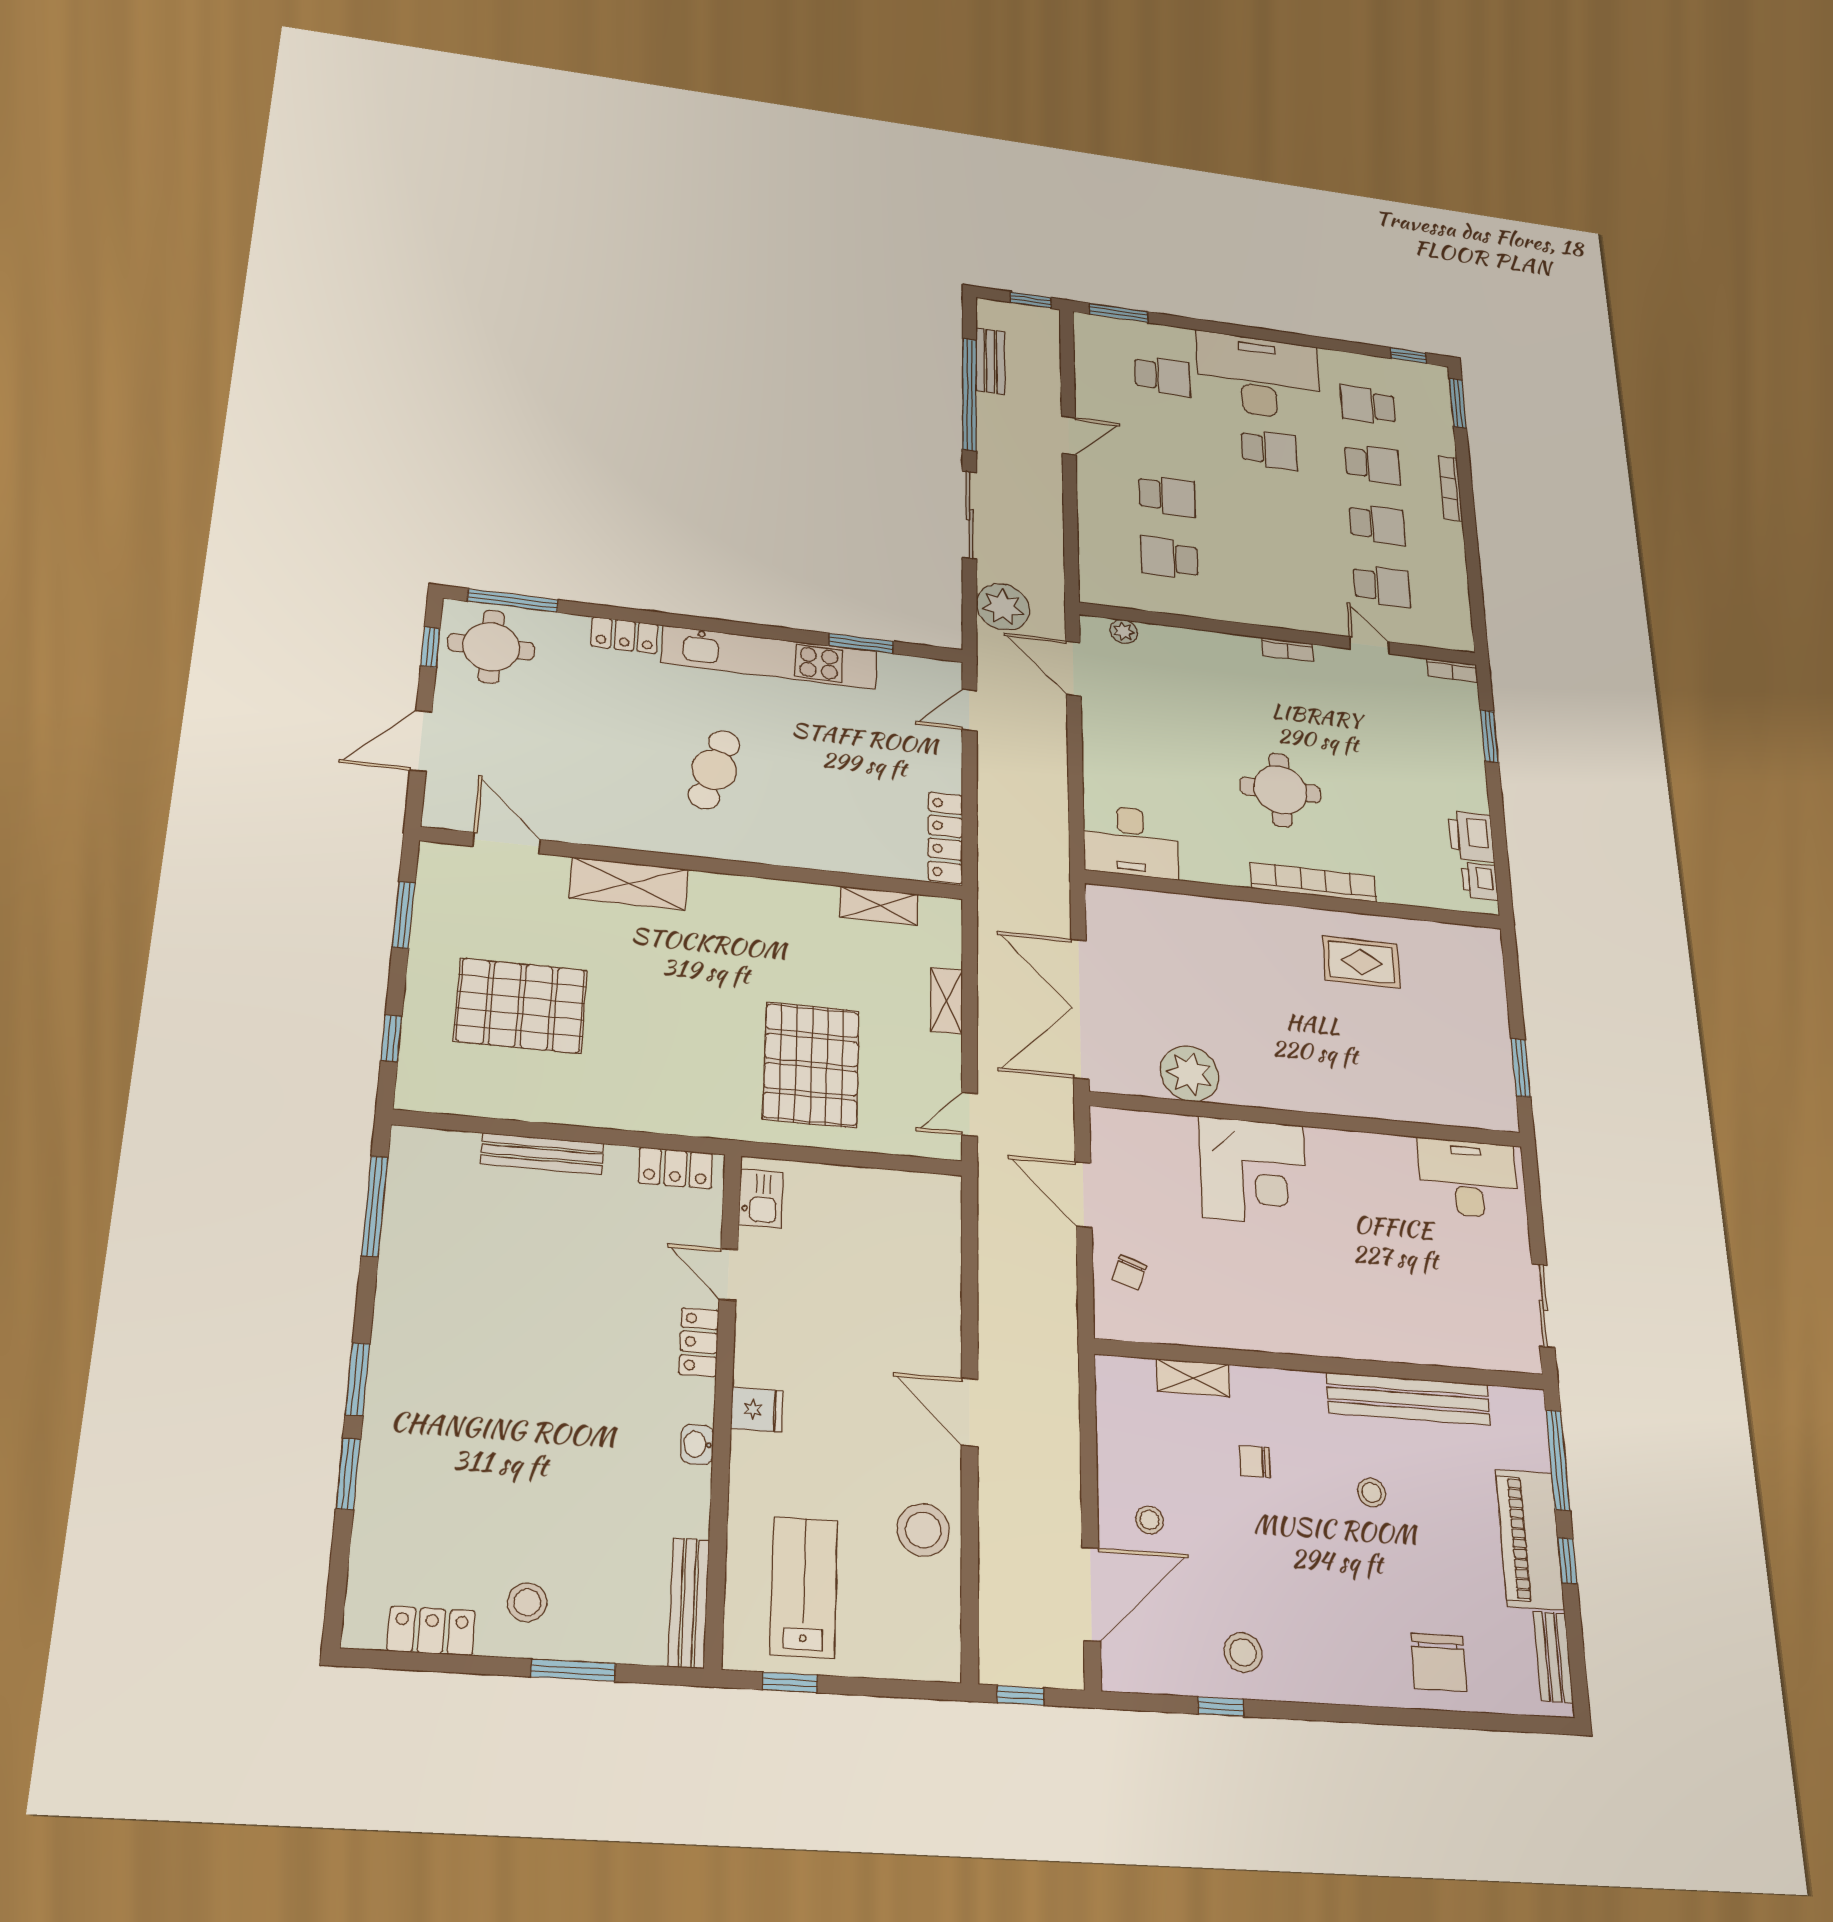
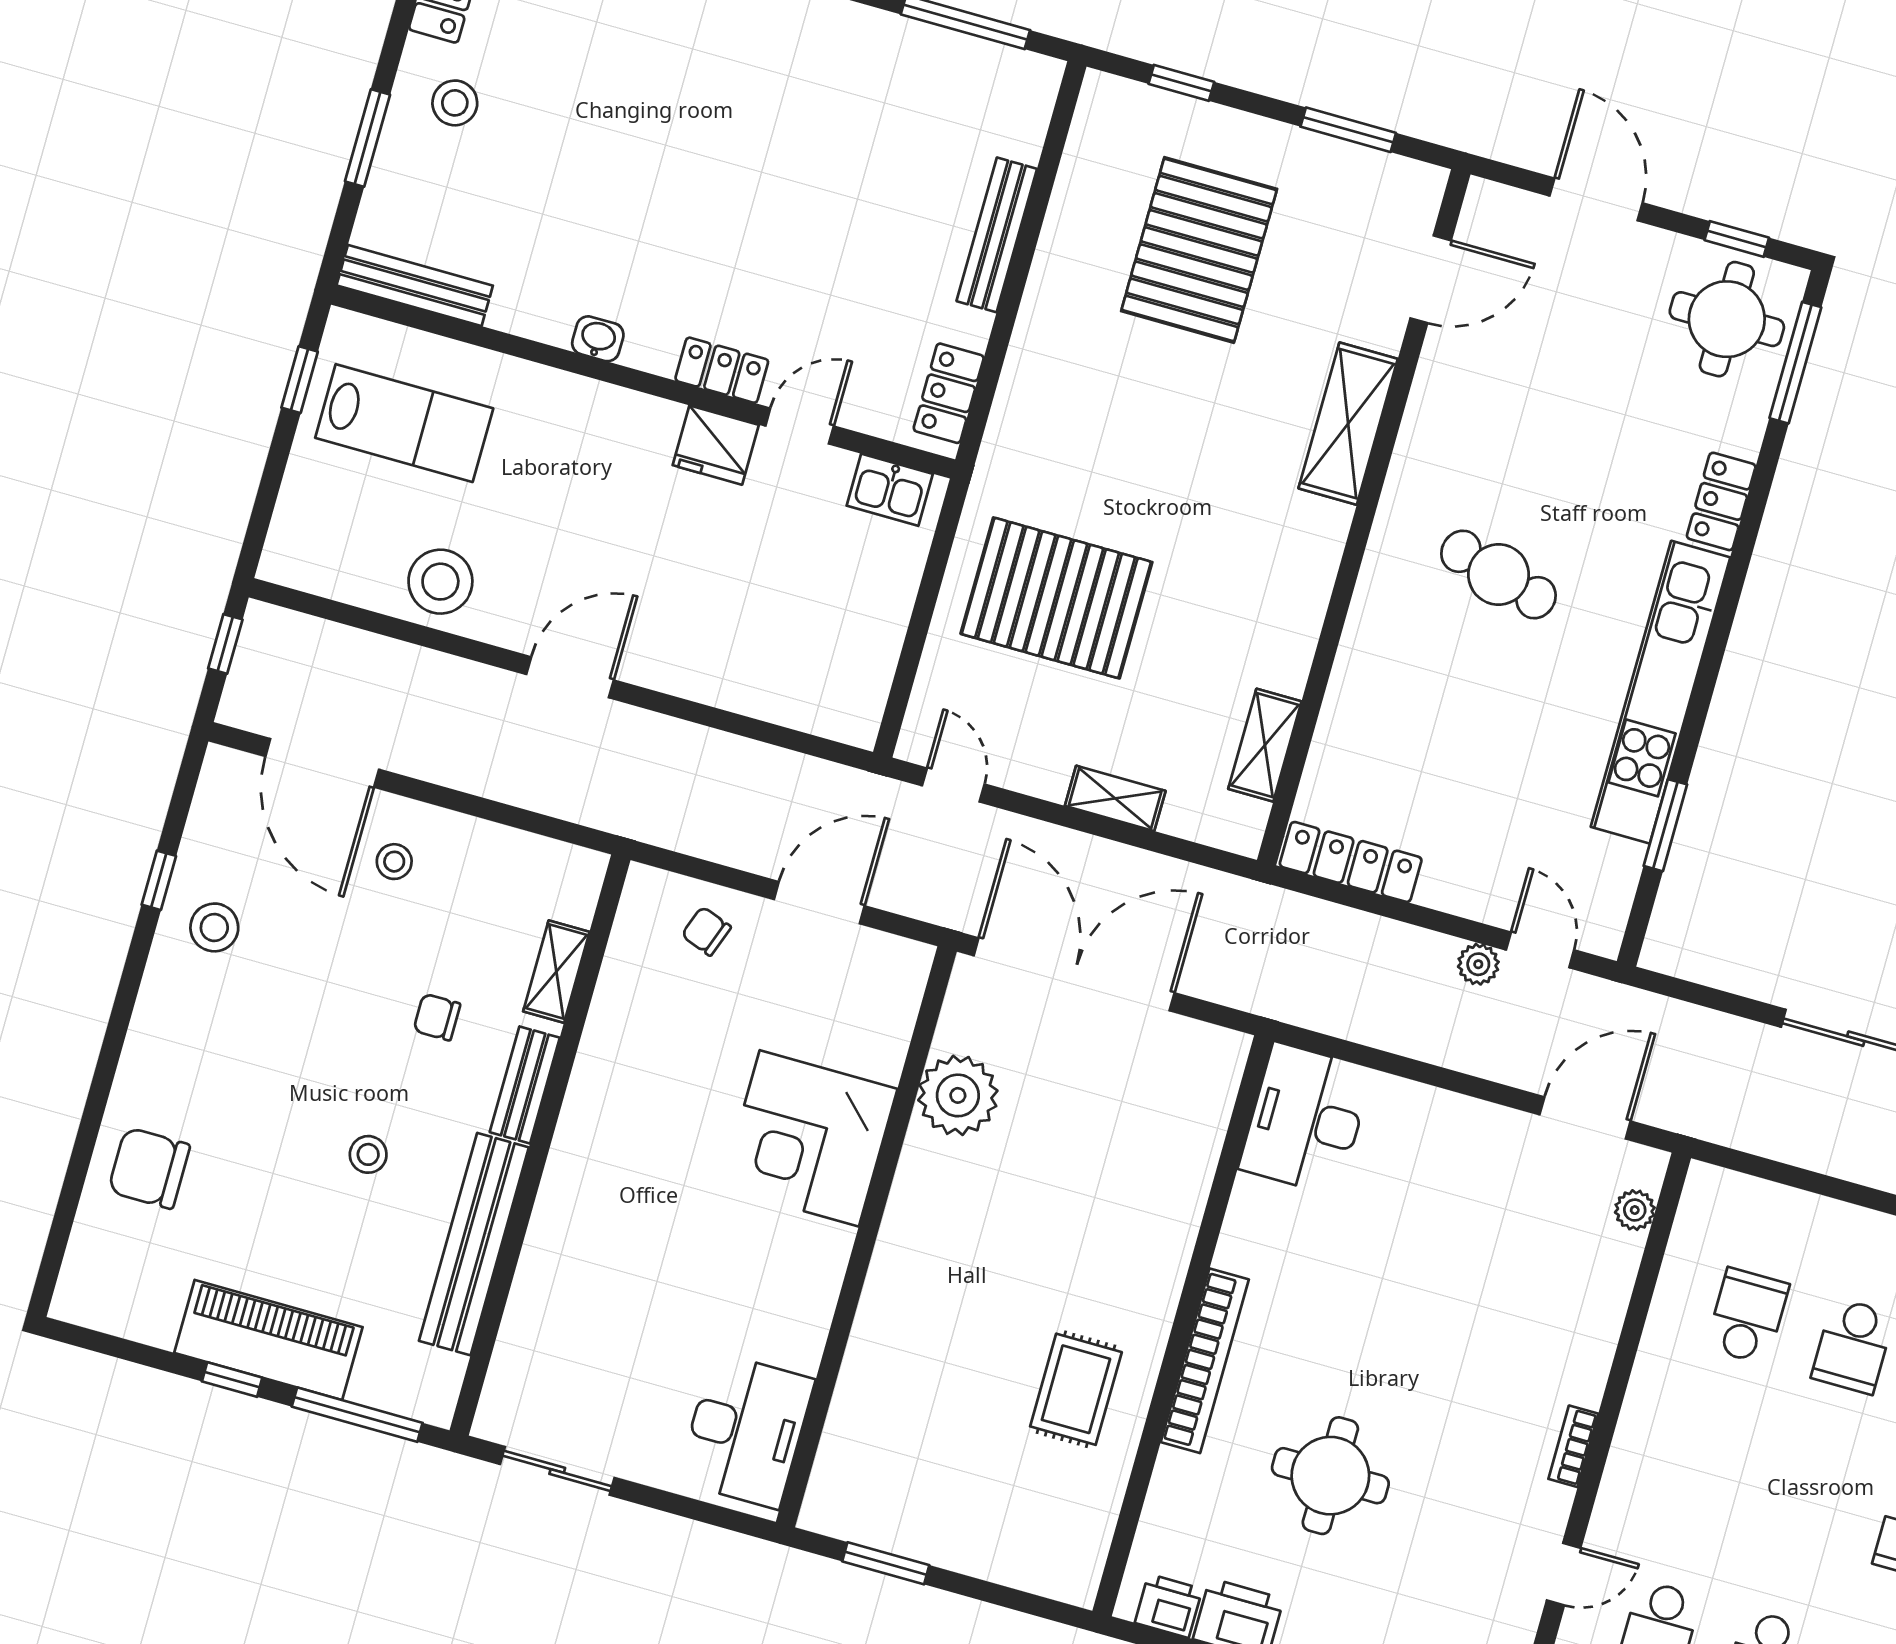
plant: (1003, 607) -> (1478, 964), moved, width x0.53, depth x0.53
round table: (1280, 790) -> (1330, 1476), moved
fridge: (757, 1410) -> (716, 445), moved, width x1.38
chair: (1255, 1462) -> (437, 1017), turned -90
bench: (1553, 1657) -> (525, 1085), moved, turned 90

